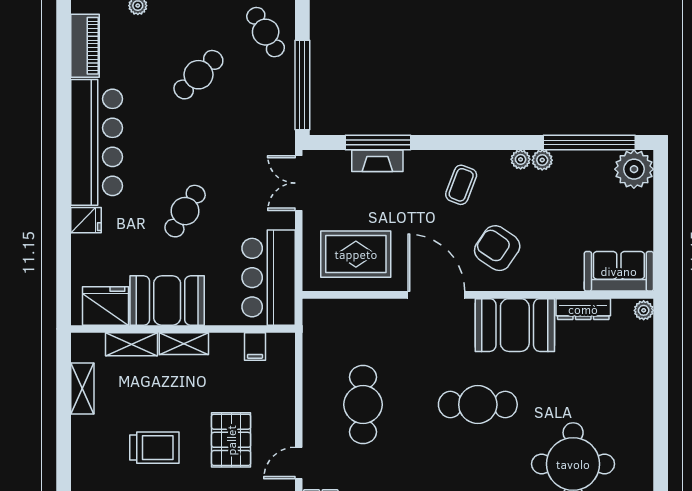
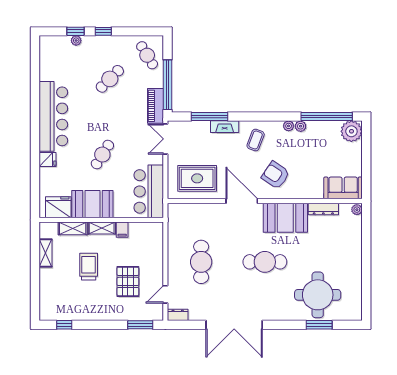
piano: (85, 46) -> (156, 106), moved, turned 180
fireplace: (377, 161) -> (225, 127), moved
filing cabinet: (255, 347) -> (122, 230), moved
trolley: (154, 448) -> (89, 267), moved, turned -90

